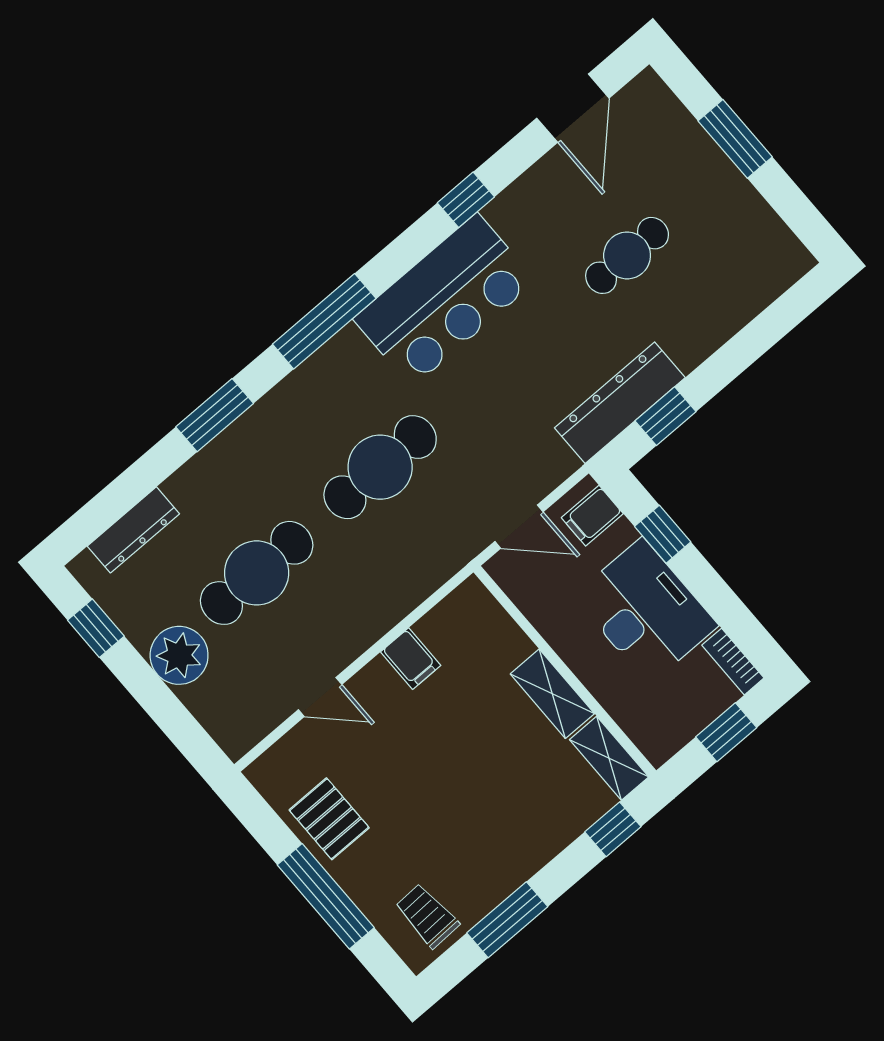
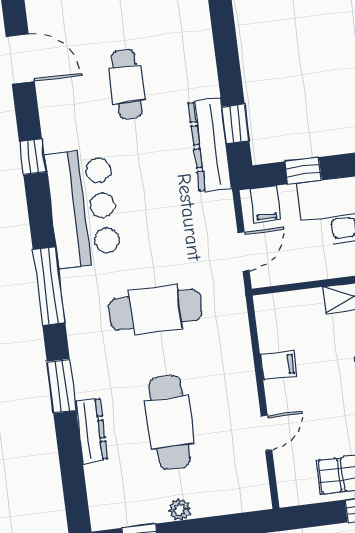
cafe table: (380, 467) -> (155, 310), turned 90
dresser: (133, 530) -> (91, 430), moved
plant: (179, 655) -> (180, 510), width x0.53, depth x0.53

